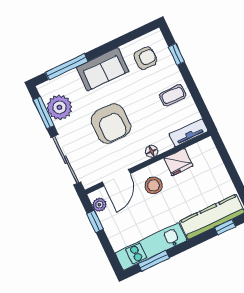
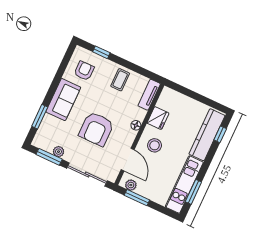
window: (66, 67) -> (40, 117), width x0.69
plant: (59, 107) -> (58, 152), width x0.53, depth x0.53
armchair: (111, 124) -> (96, 129), turned 90
window: (95, 221) -> (137, 198), width x1.50

